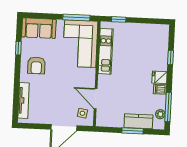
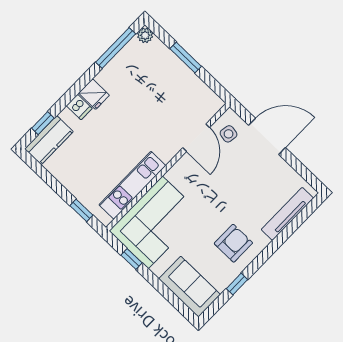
window: (76, 17) -> (132, 259), width x0.46
window: (170, 58) -> (43, 123), moved
dishwasher: (160, 89) -> (79, 107), moved
plant: (160, 114) -> (145, 35), moved
kitchen counter: (138, 121) -> (49, 140), moved, turned -90

